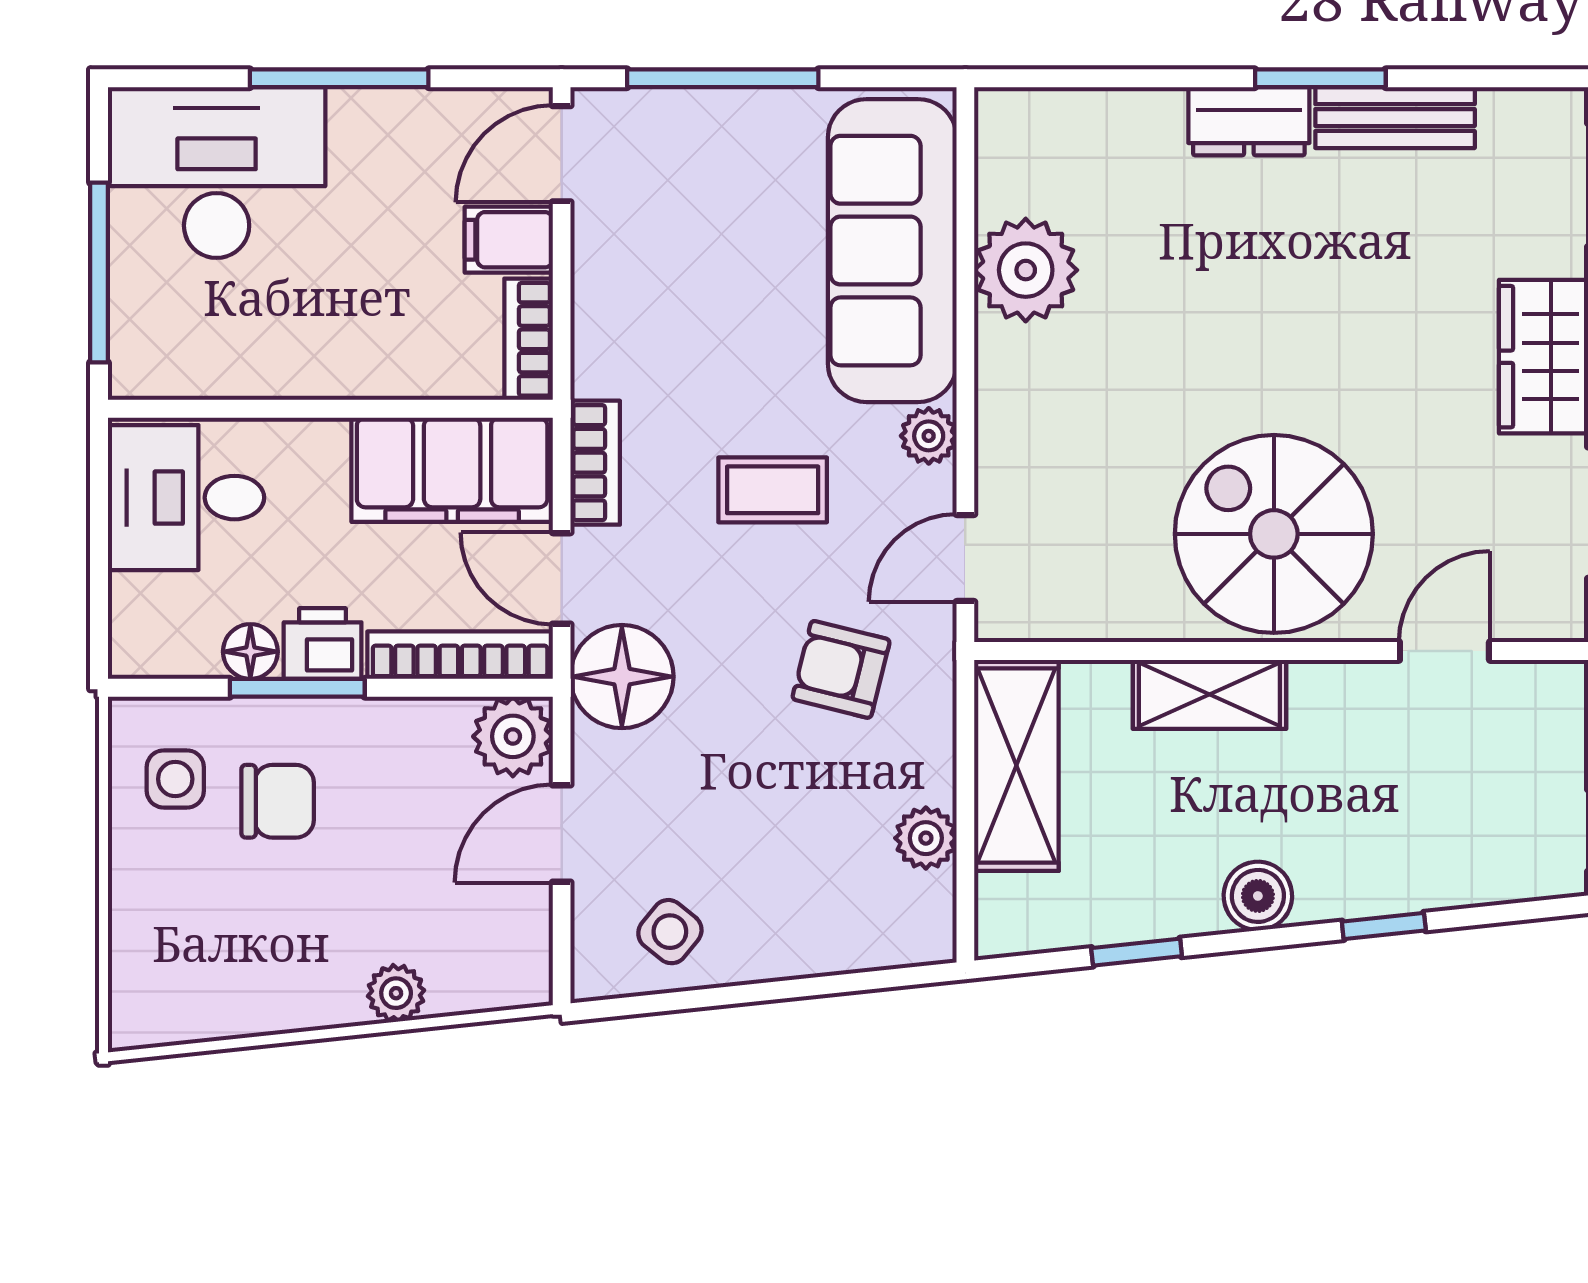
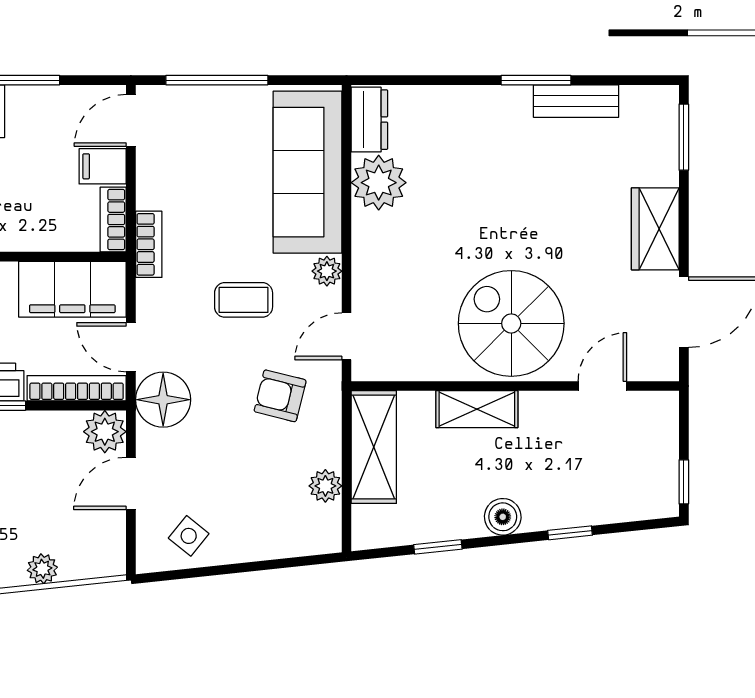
dresser: (1249, 121) -> (369, 120), moved, turned -90
bookcase: (595, 463) -> (149, 244), moved

